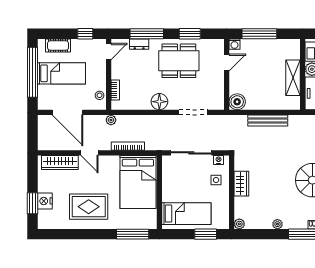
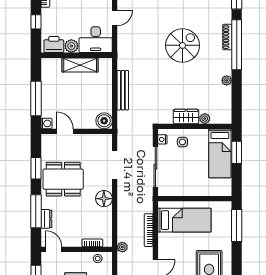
dining table: (179, 61) -> (63, 179), turned 90
bed: (138, 182) -> (184, 220), width x0.67
bed: (186, 214) -> (220, 153), moved, turned 180
plant: (239, 224) -> (205, 119), moved

